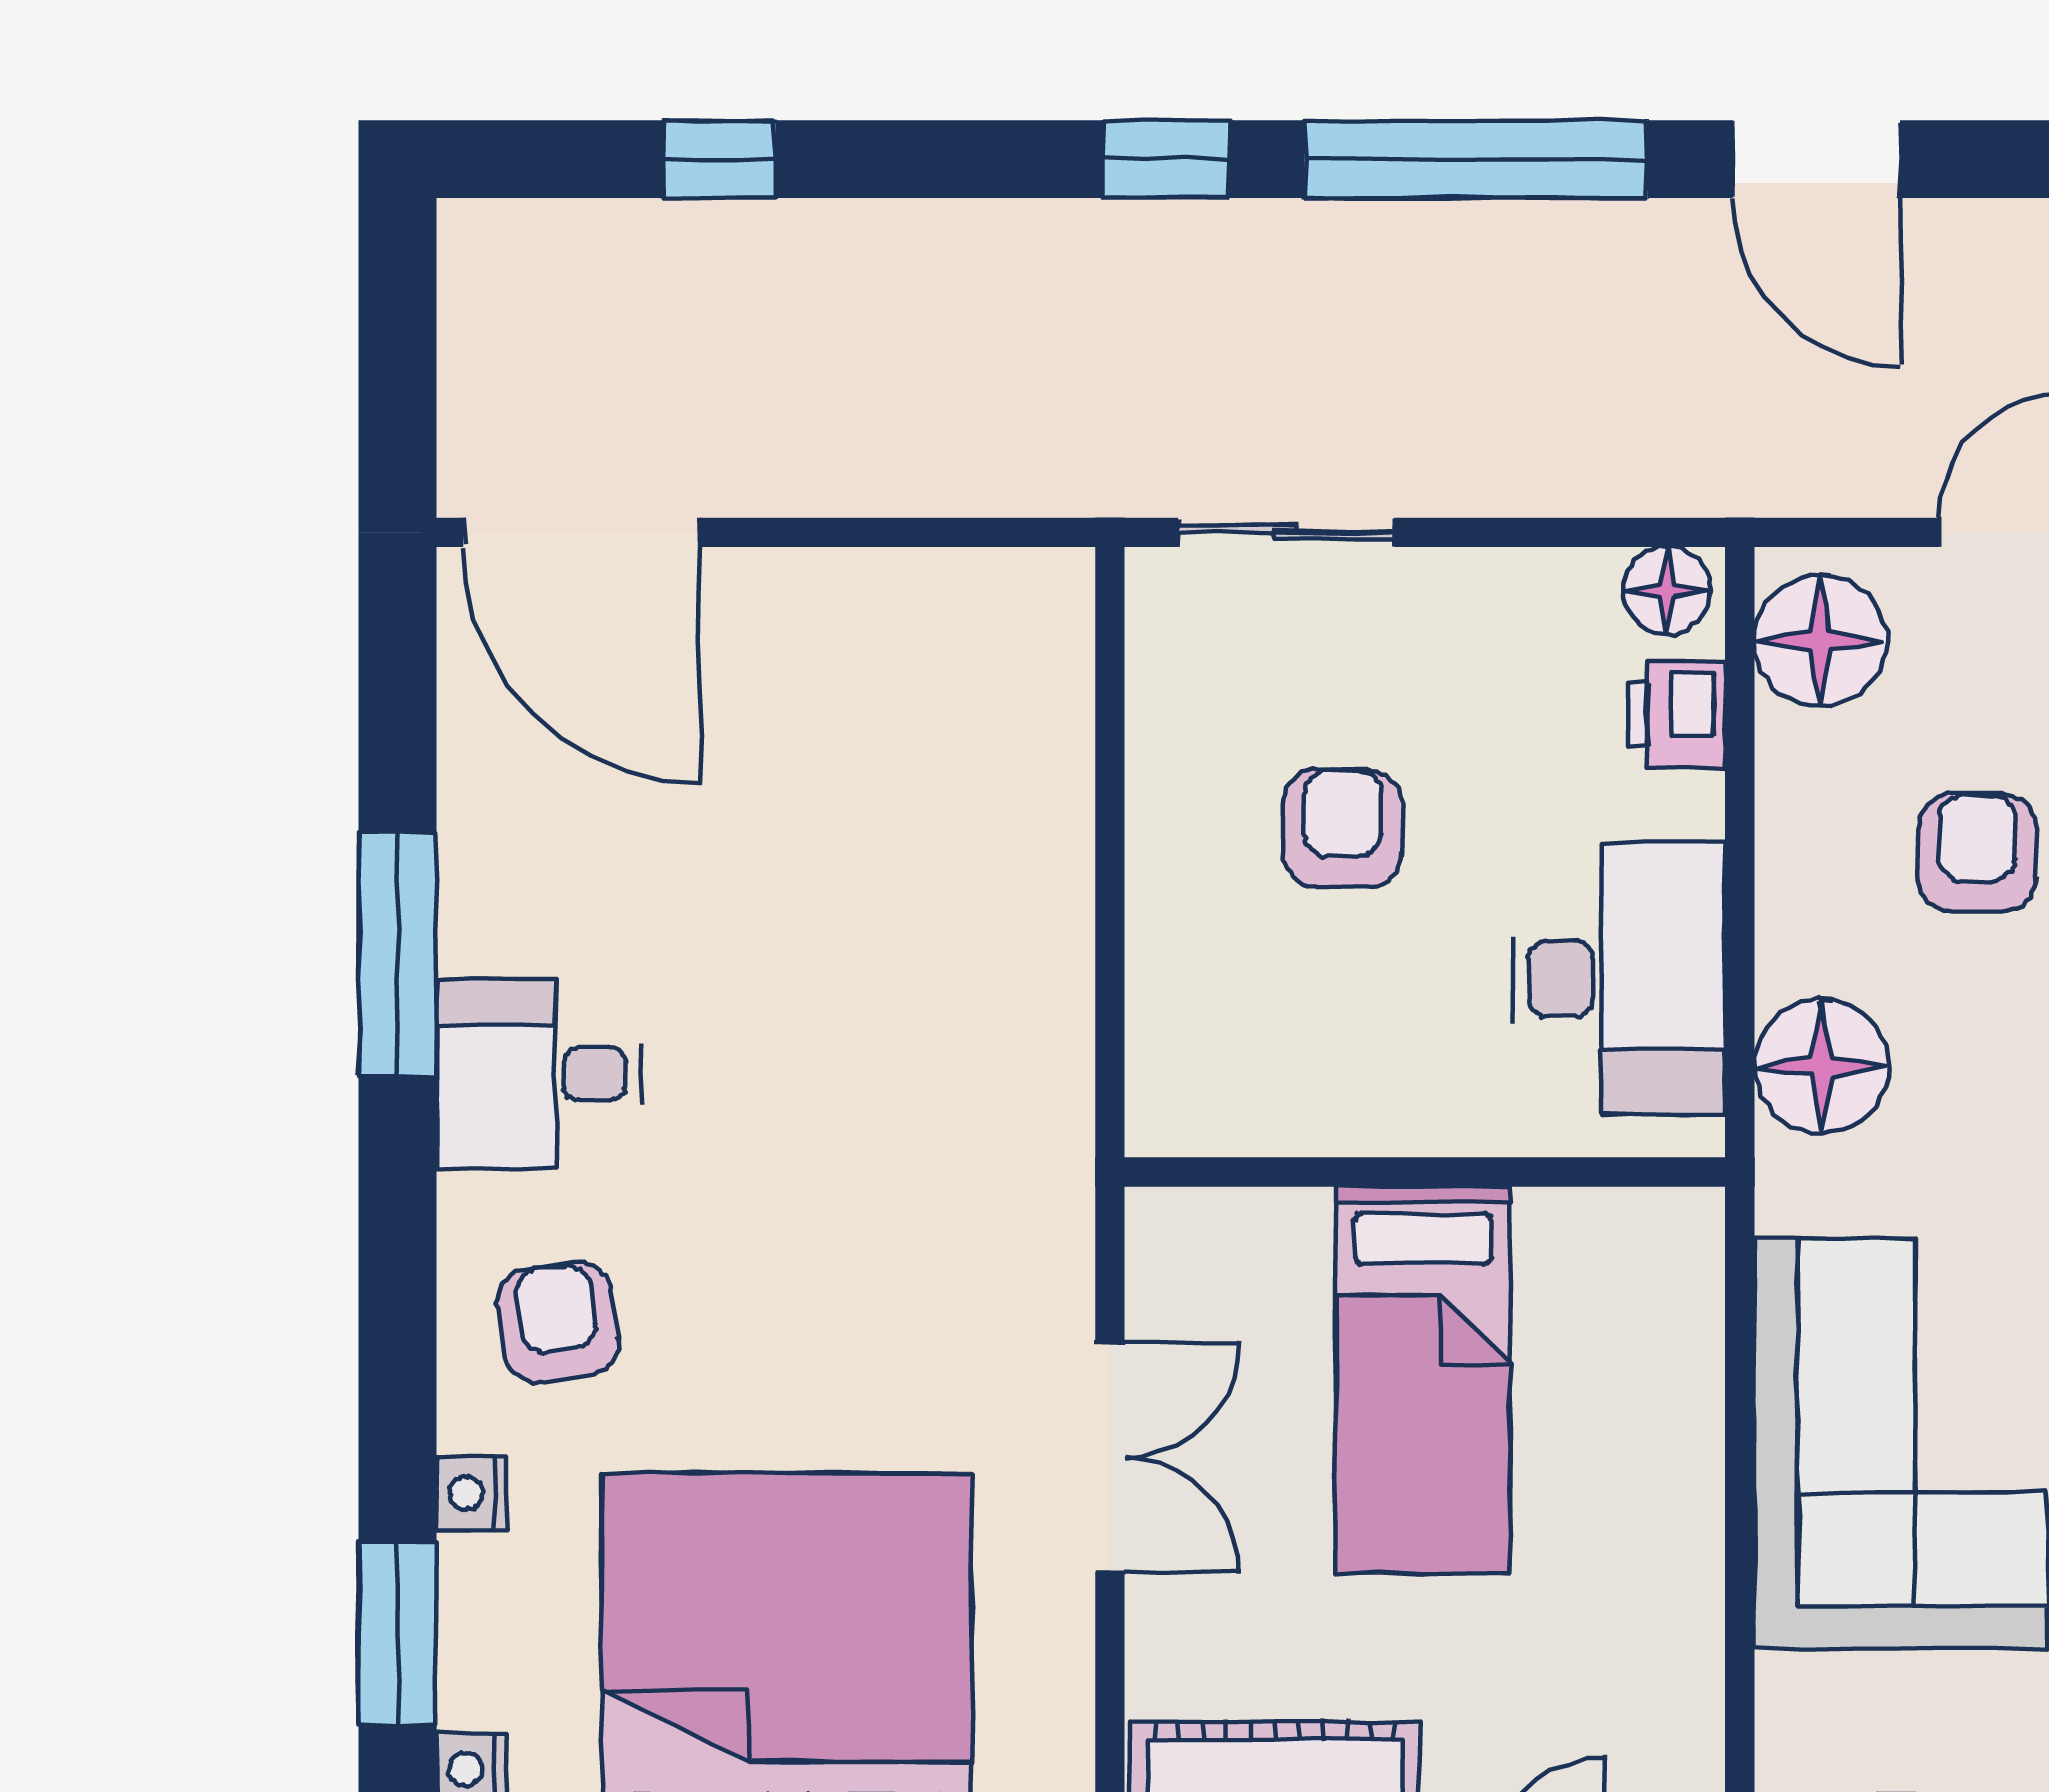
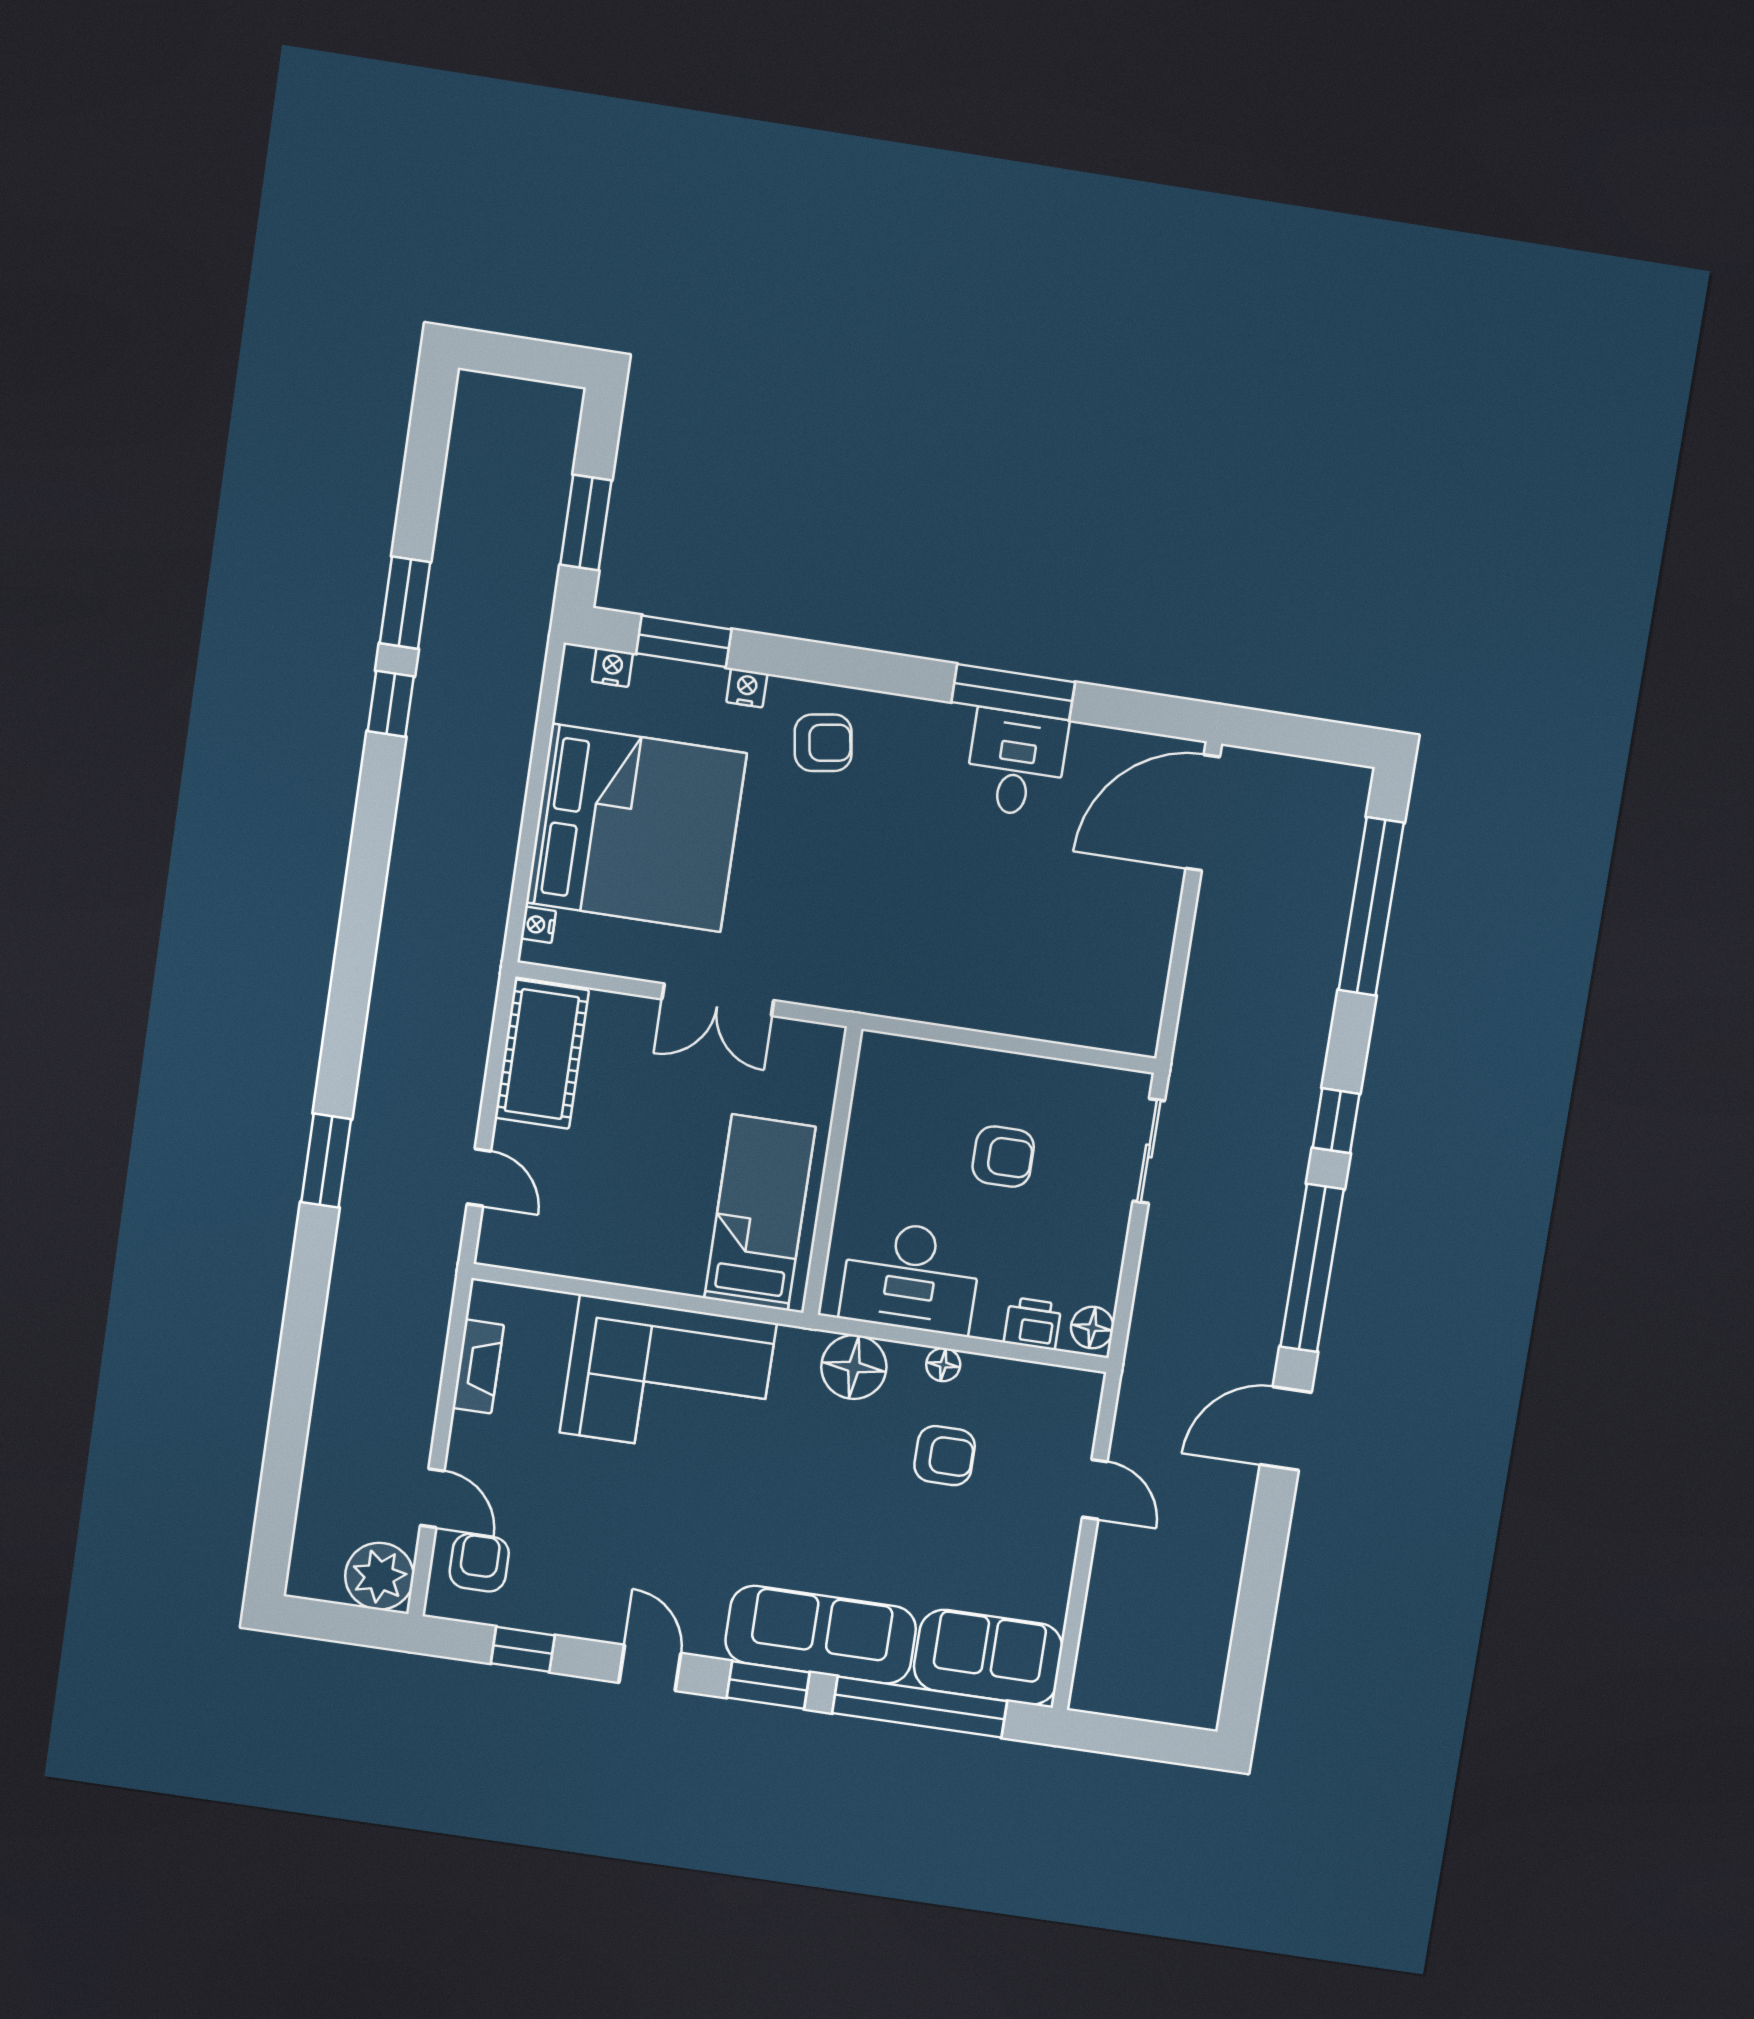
window: (719, 159) -> (1371, 906), width x3.17
floor lamp: (1820, 641) -> (943, 1365), moved, width x0.53, depth x0.53
desk: (539, 1074) -> (1016, 763), moved
bed: (1423, 1380) -> (760, 1213), moved, turned 90

